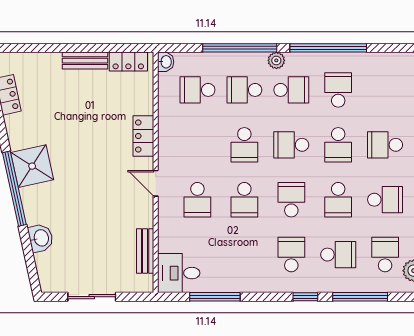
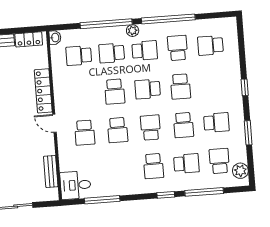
locker: (143, 136) -> (43, 91), width x1.53
school desk: (385, 145) -> (210, 45), moved
school desk: (291, 255) -> (154, 166), turned 180

